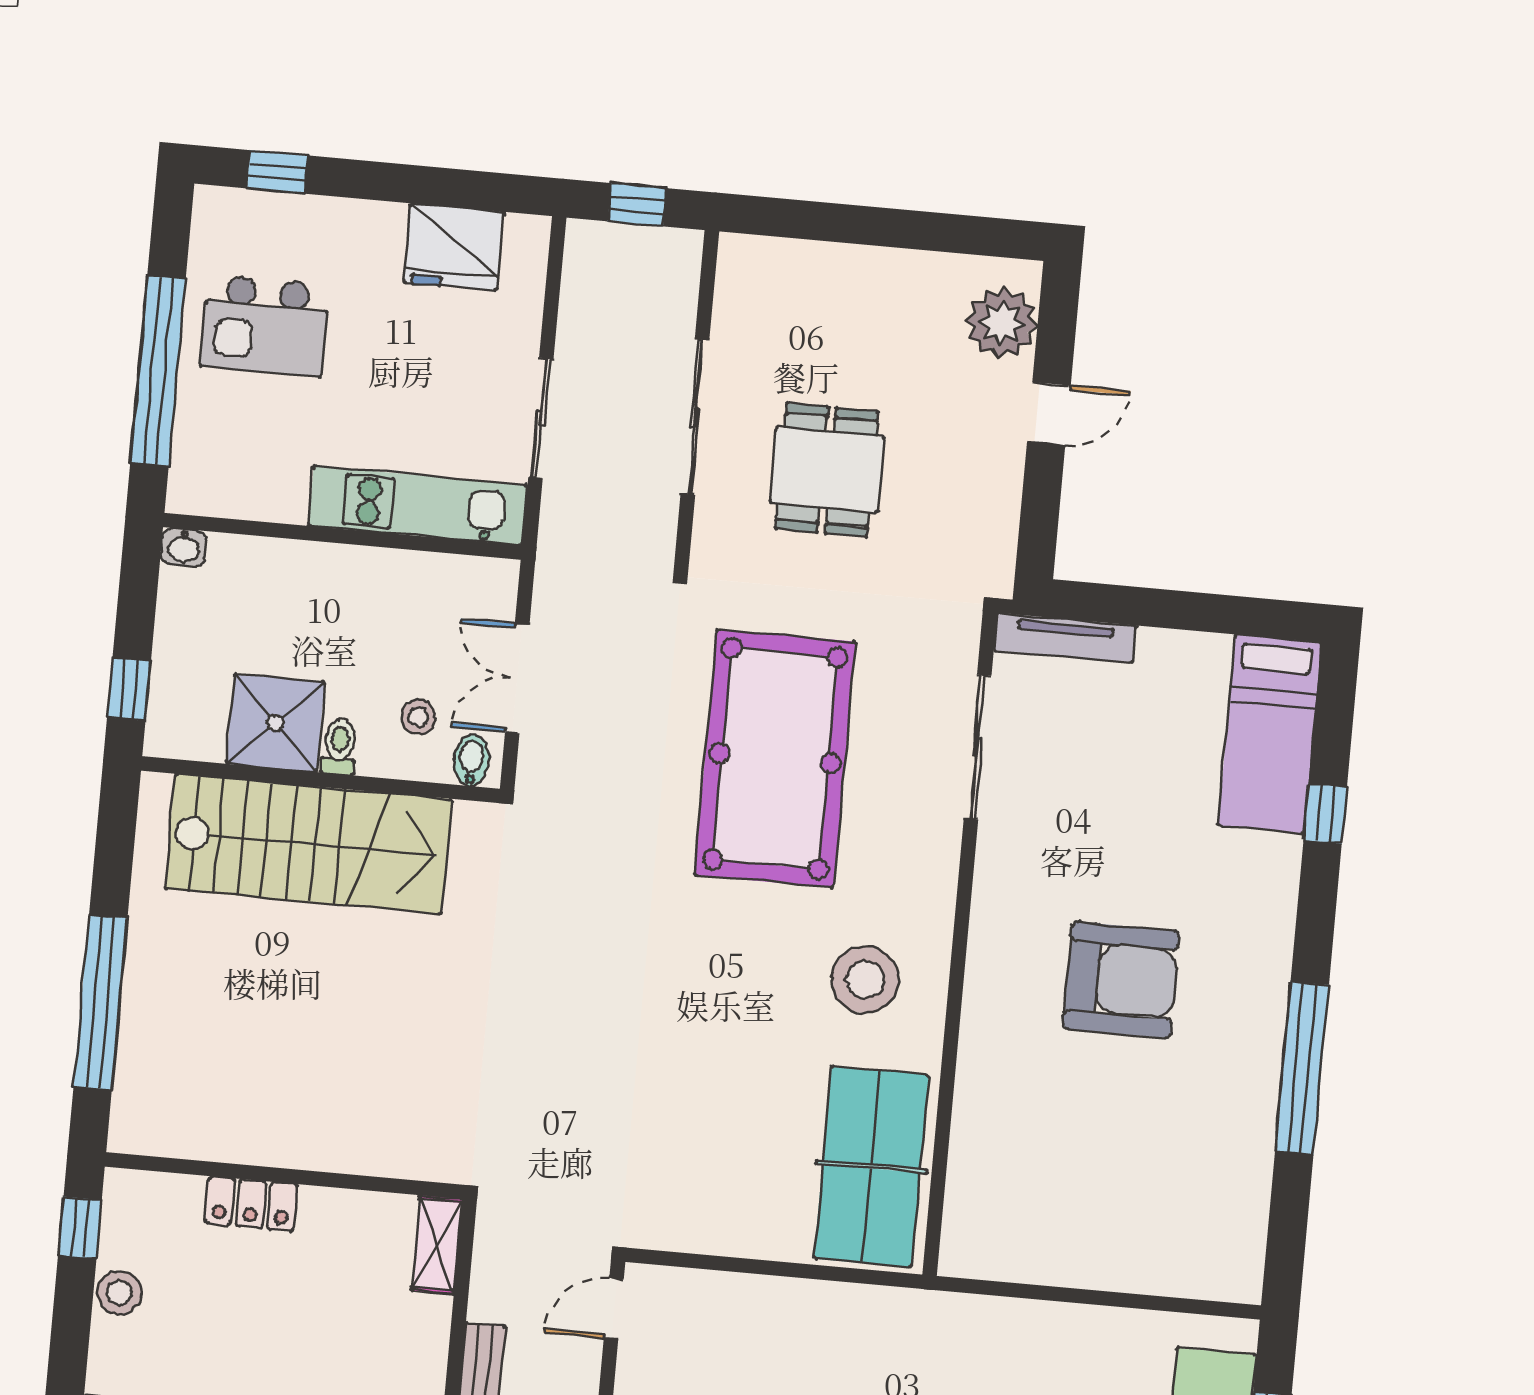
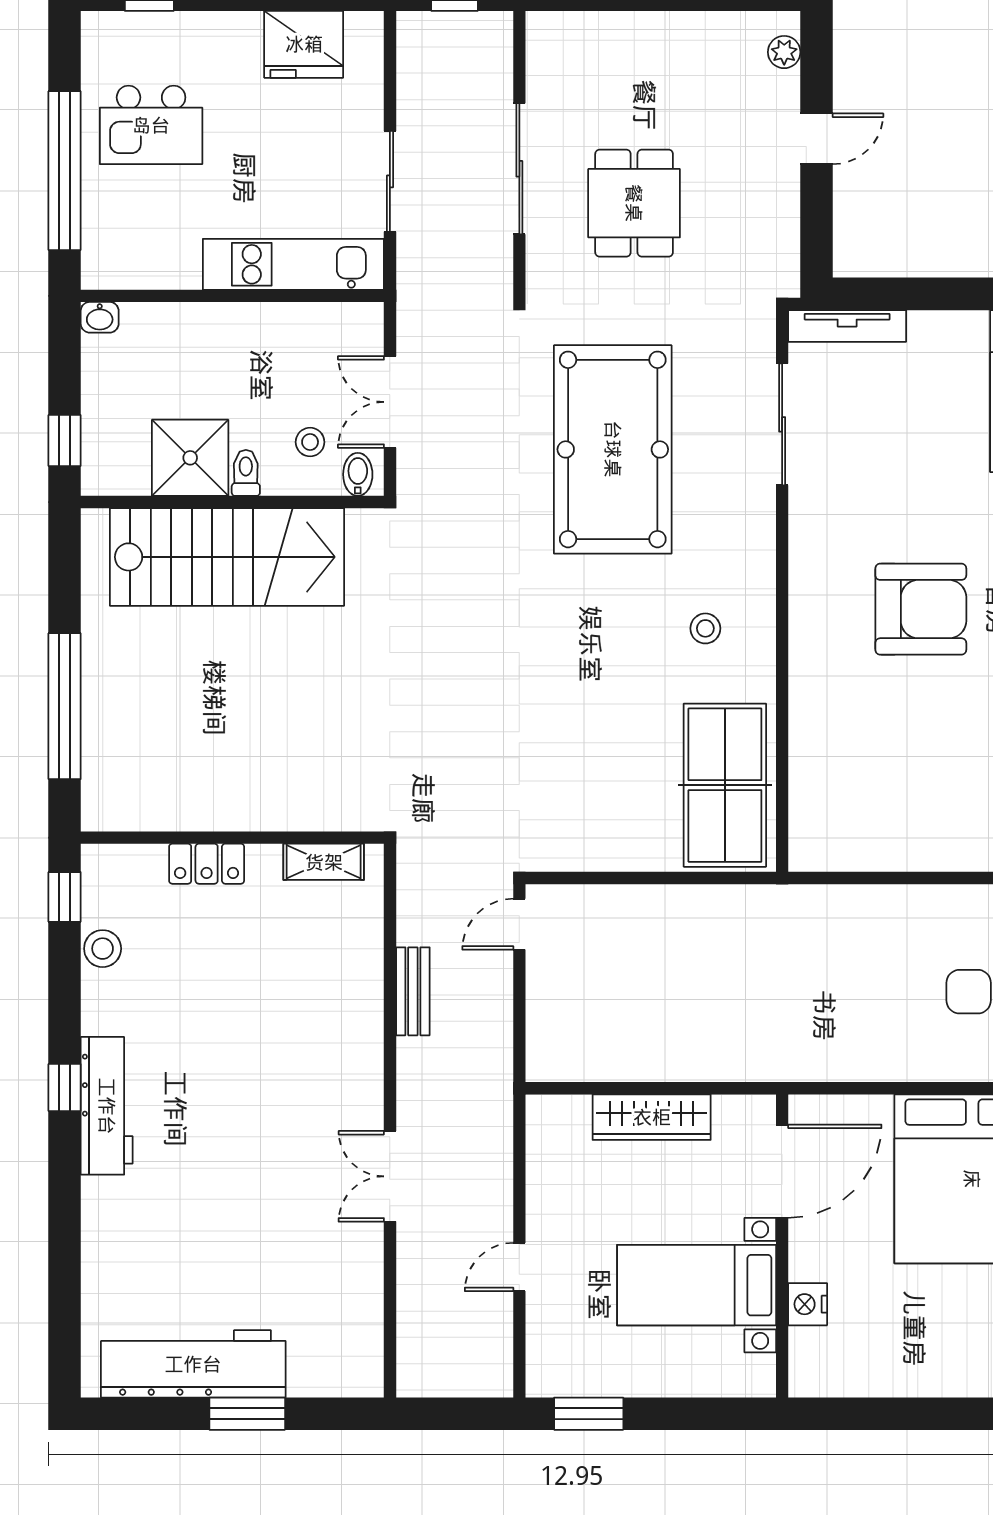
plant: (1002, 323) -> (784, 52), width x0.53, depth x0.53
stool: (865, 980) -> (705, 628), width x0.53, depth x0.53
shelving: (437, 1245) -> (324, 862), moved, turned 90

